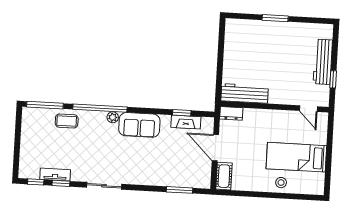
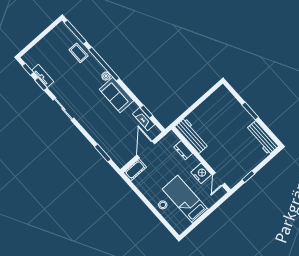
workbench: (323, 62) -> (262, 138), moved, turned -90
dresser: (231, 113) -> (183, 150), moved
nightstand: (287, 119) -> (201, 173), added

